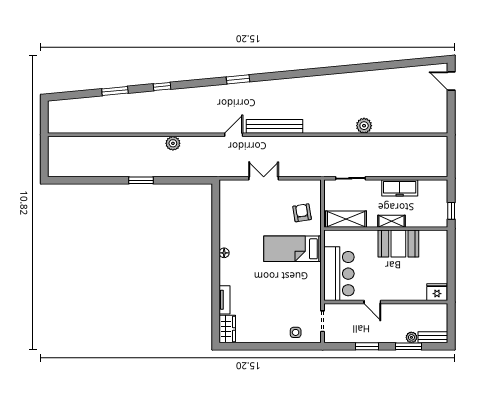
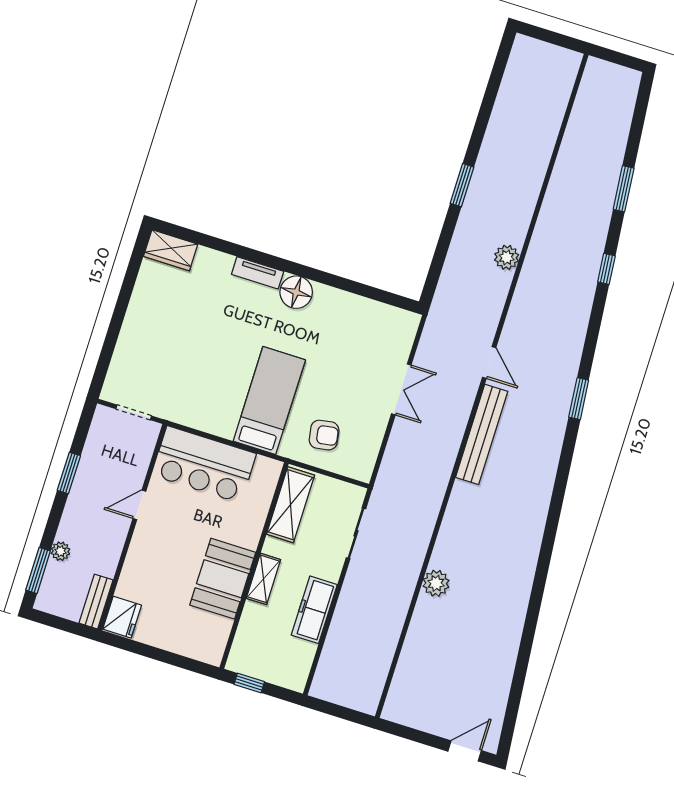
floor lamp: (224, 253) -> (296, 292), width x1.89, depth x1.89
tv unit: (225, 300) -> (258, 273), moved
side table: (296, 332) -> (129, 362), removed
bench: (433, 337) -> (96, 602), moved
window: (409, 346) -> (38, 570), moved

